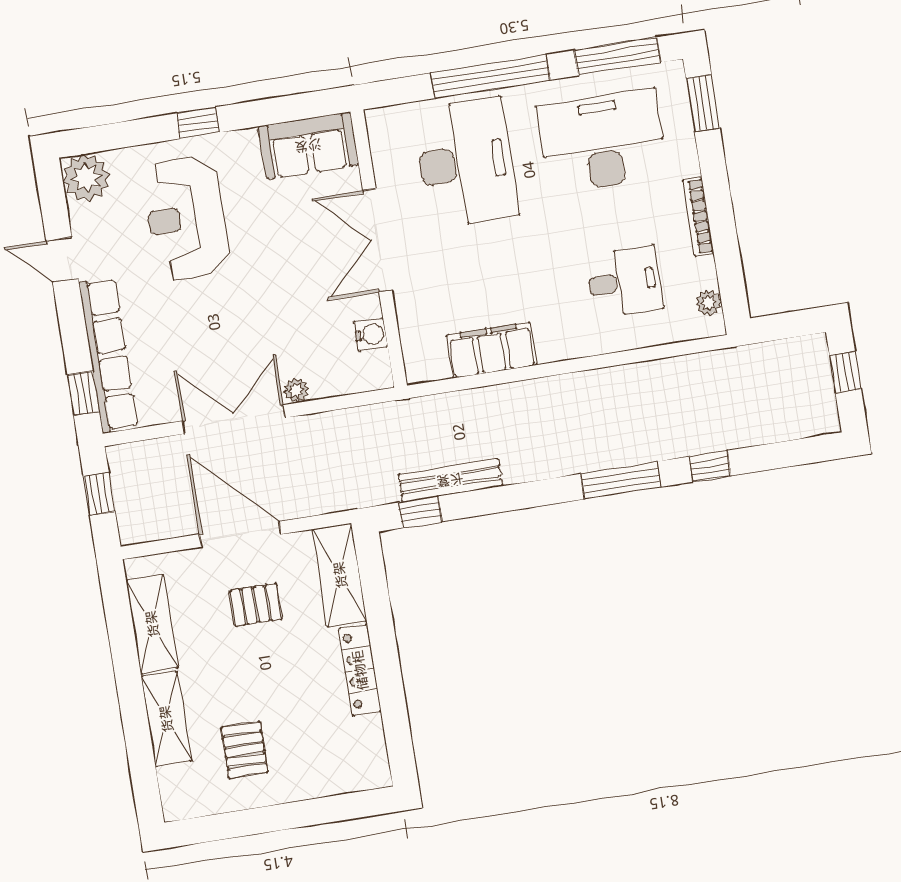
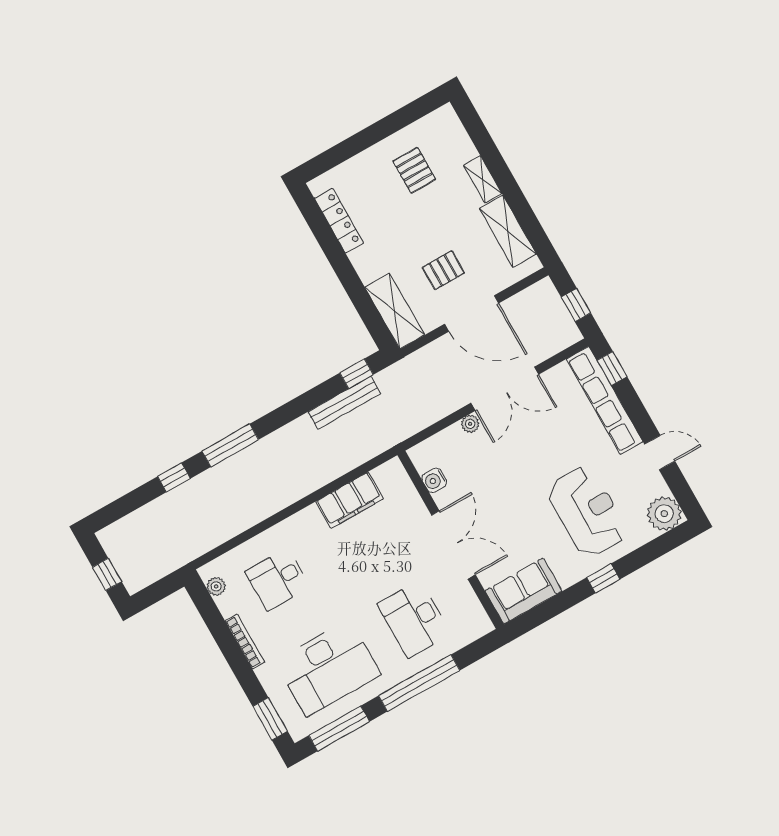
desk: (465, 163) -> (414, 619), width x0.73, depth x0.77
locker: (360, 670) -> (339, 221), moved
shelving: (166, 719) -> (483, 179), width x0.67, depth x0.75

